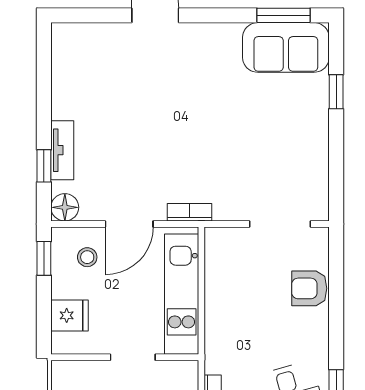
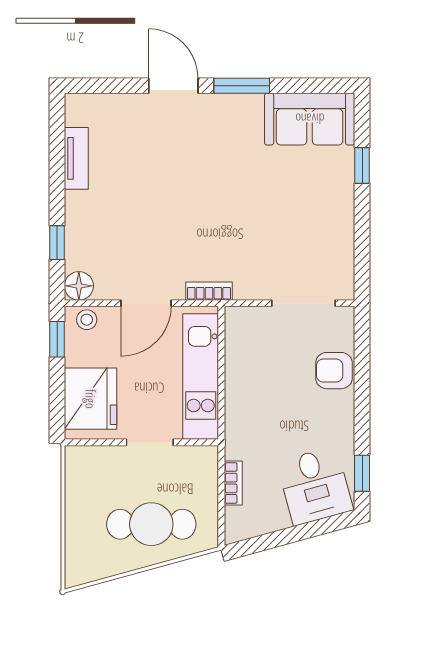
window: (283, 15) -> (242, 86), moved
tv unit: (62, 150) -> (76, 158), moved
stool: (87, 257) -> (87, 320), moved
fridge: (70, 315) -> (91, 399), width x1.88, depth x1.34

